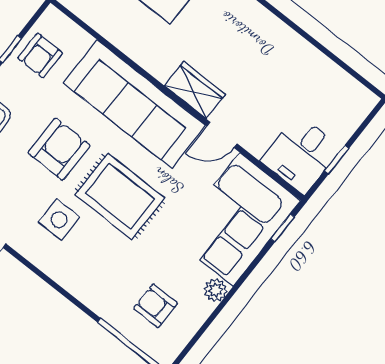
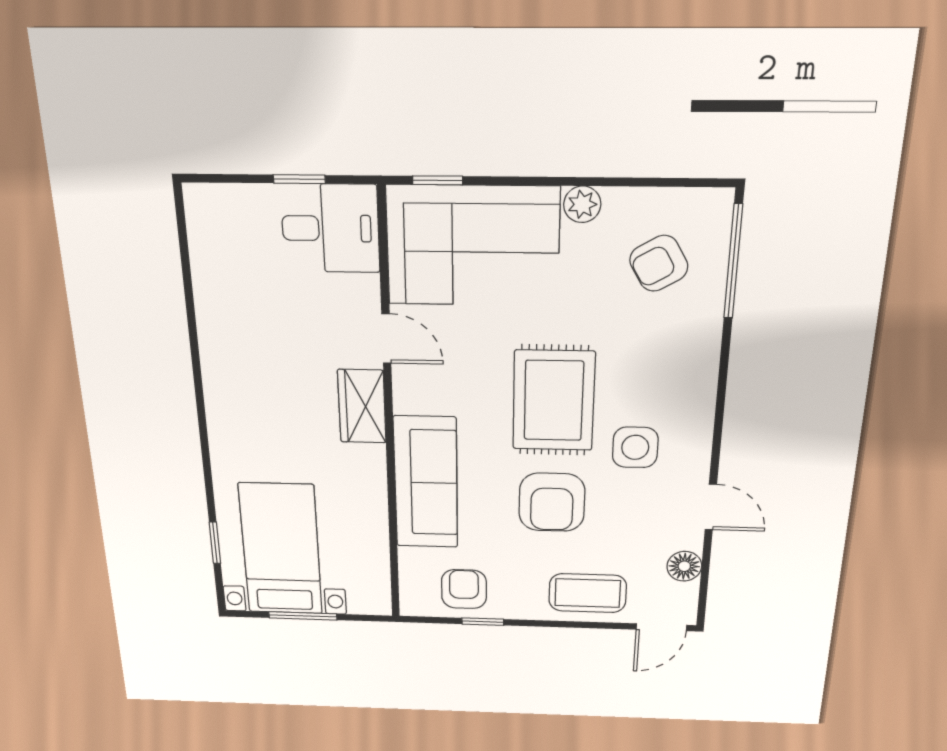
armchair: (40, 56) -> (464, 589), turned -90
sofa: (134, 104) -> (426, 483), width x0.74, depth x0.79
armchair: (59, 149) -> (552, 502), turned -90
armchair: (156, 306) -> (659, 263), turned 60

